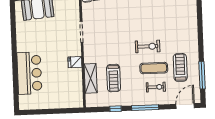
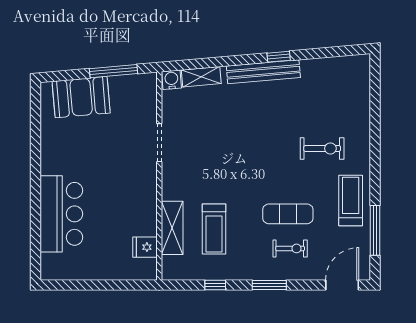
exercise bike: (148, 46) -> (322, 148), moved
fridge: (75, 62) -> (145, 247), moved
treadmill: (180, 67) -> (351, 201), moved
window: (145, 108) -> (269, 285), width x0.69

